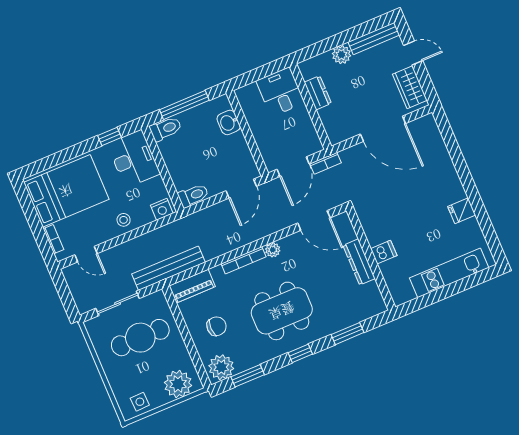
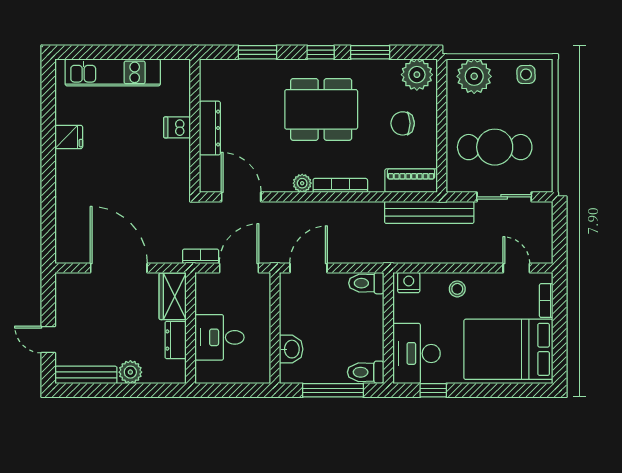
wardrobe: (410, 87) -> (173, 296), moved, turned 180
desk: (280, 92) -> (220, 337), moved, turned 90
window: (248, 376) -> (370, 52), moved

